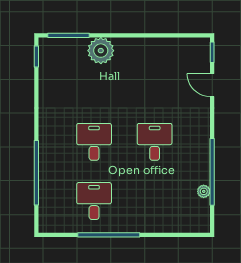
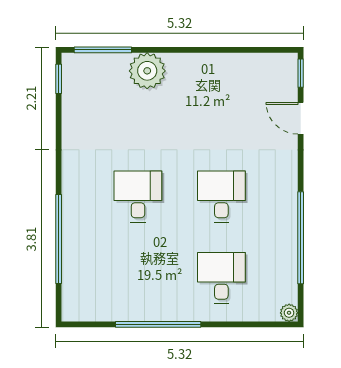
plant: (204, 191) -> (289, 313), moved
desk: (94, 201) -> (221, 278), moved

